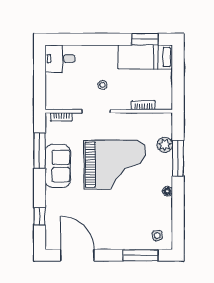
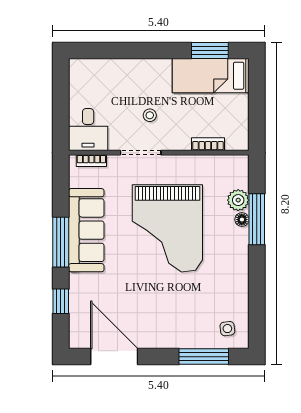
desk: (60, 59) -> (88, 130), moved, turned -90
window: (40, 151) -> (61, 242), moved
grand piano: (115, 165) -> (167, 228), turned 90
sofa: (58, 166) -> (86, 230), width x1.36
floor lamp: (167, 191) -> (242, 220), moved

